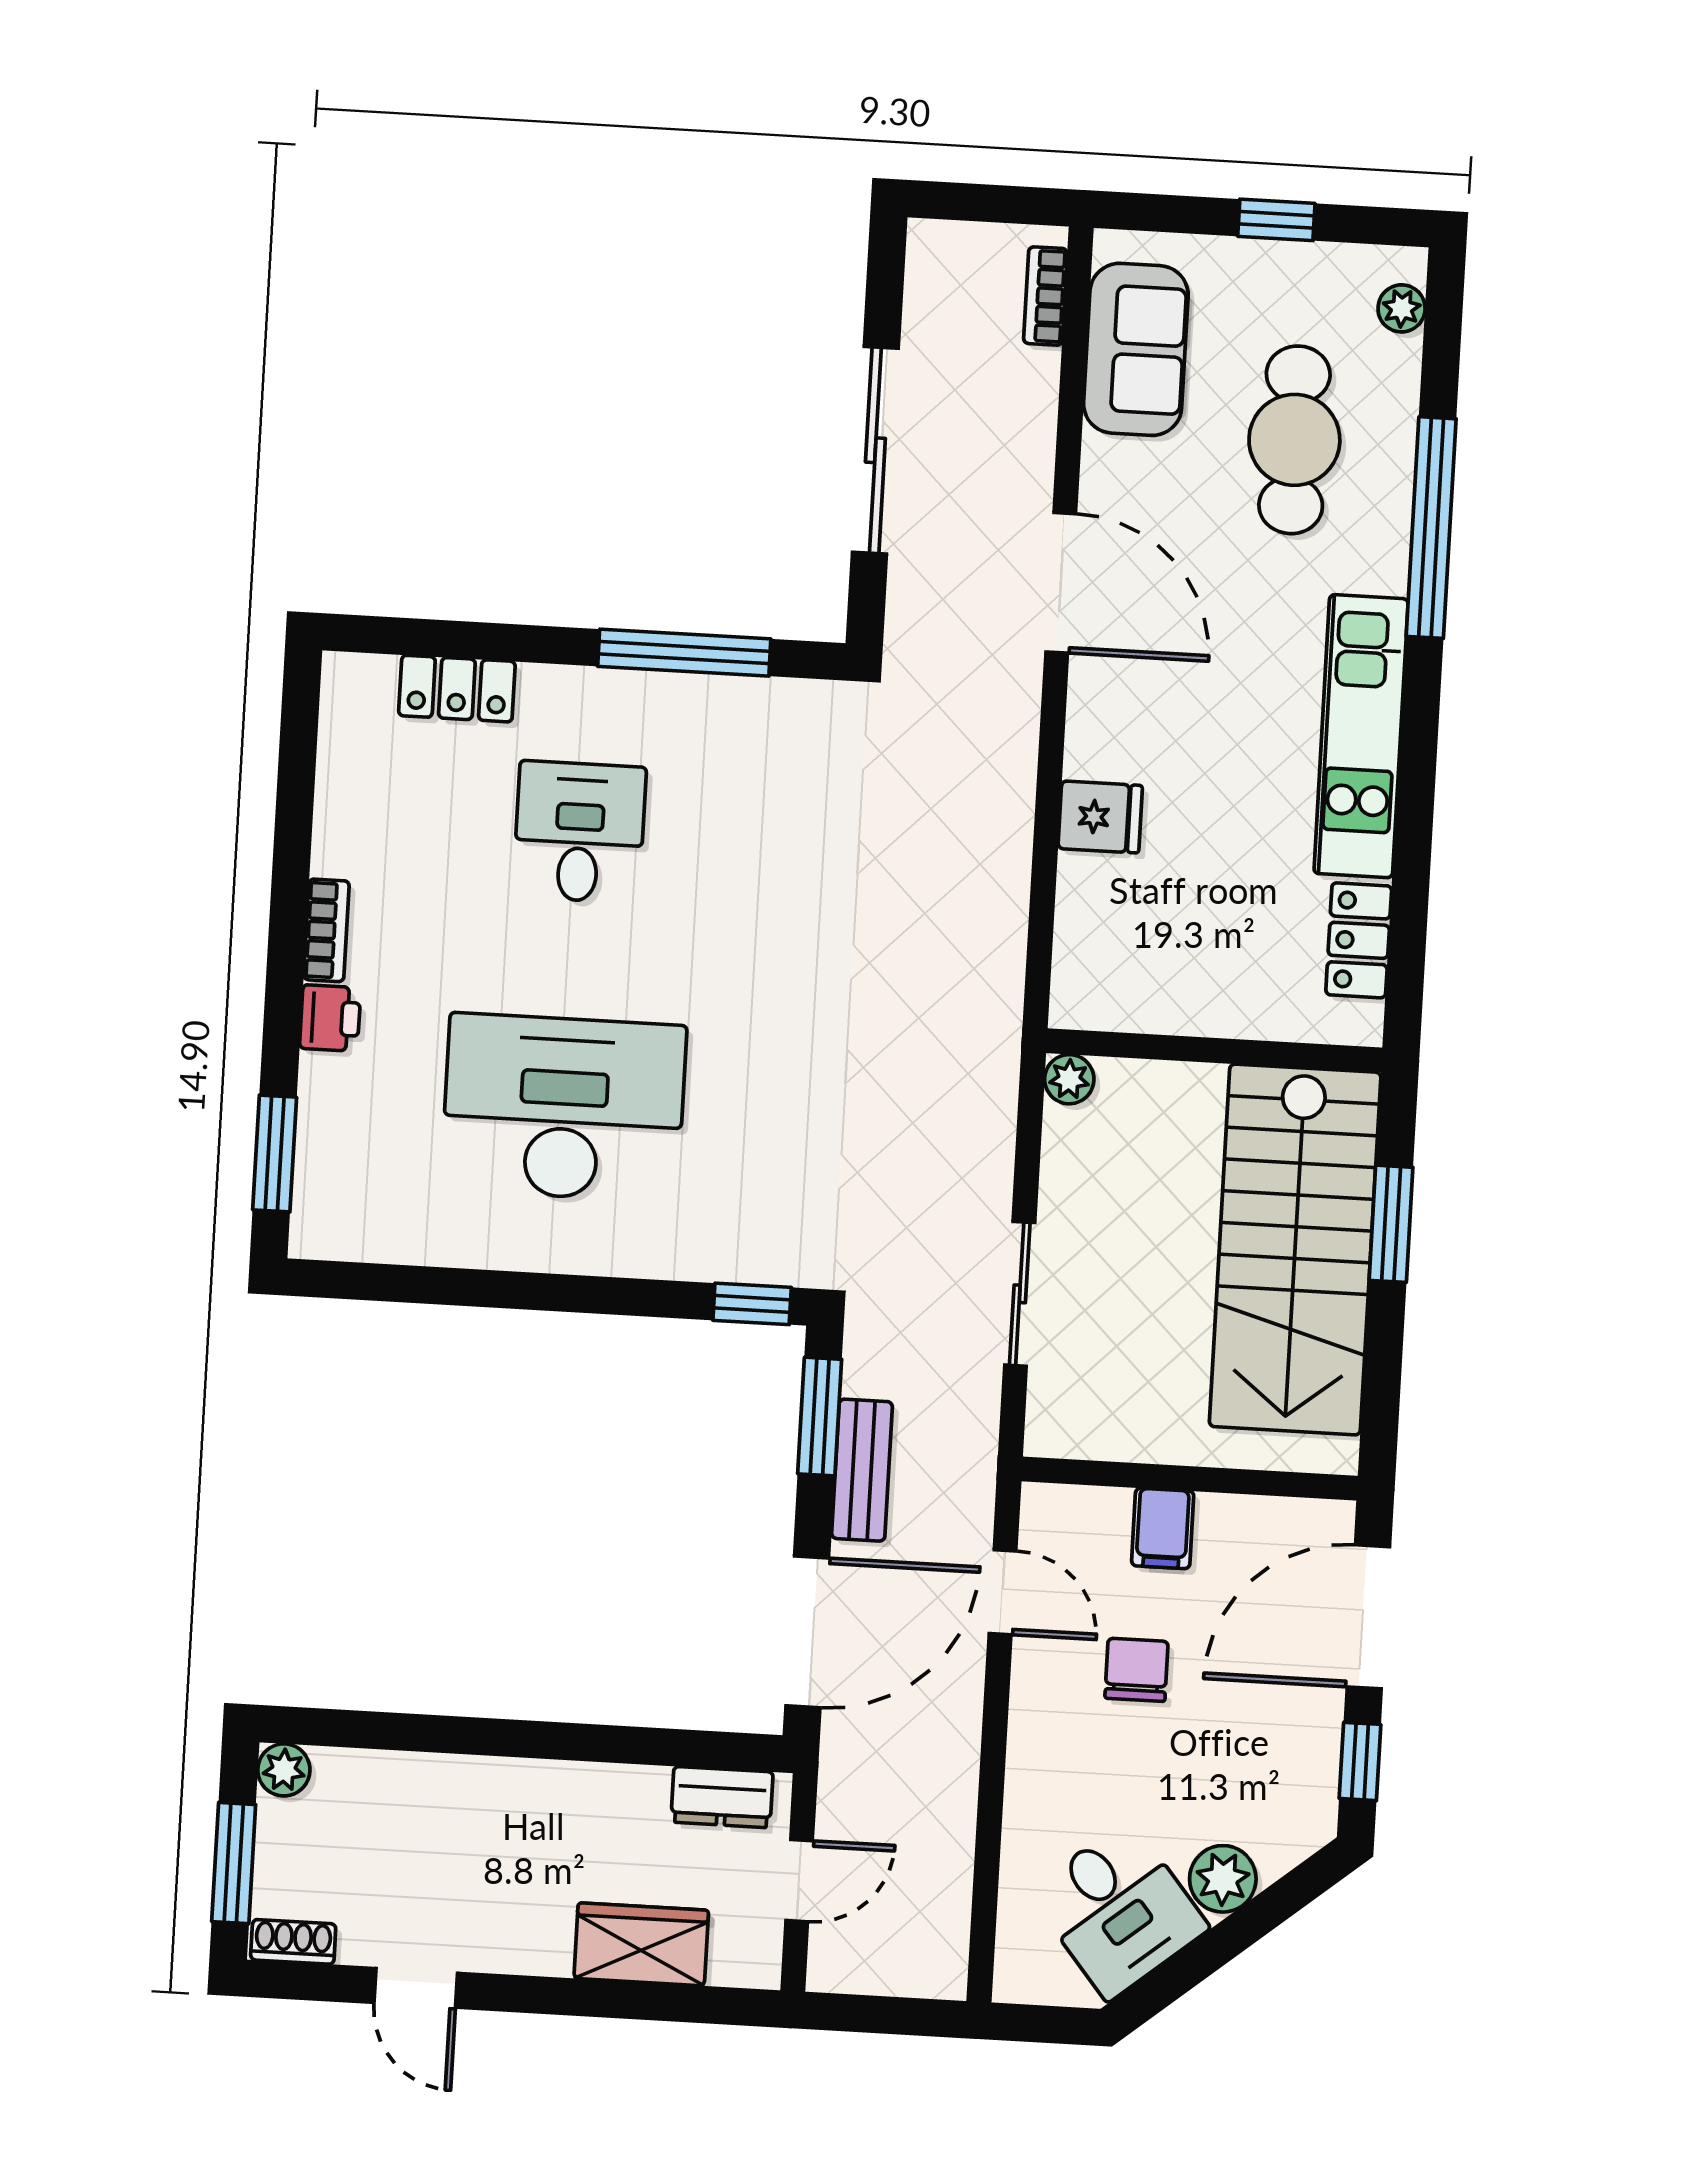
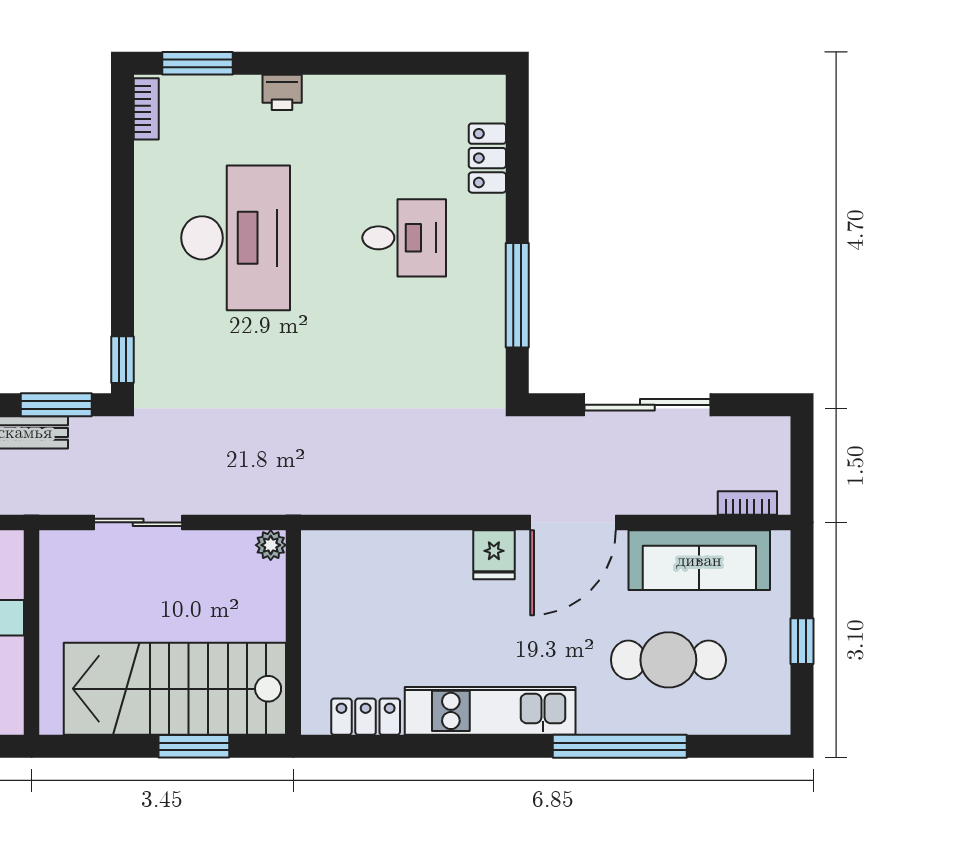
plant: (1402, 308) -> (752, 721), removed
sofa: (1136, 349) -> (699, 560), width x1.36
fridge: (1100, 817) -> (494, 555), moved
bookcase: (326, 930) -> (146, 109), moved, turned -90

